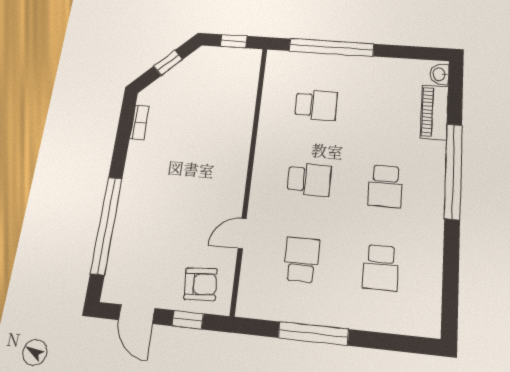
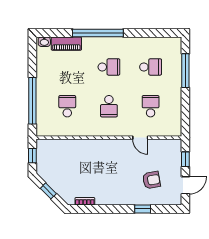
school desk: (309, 180) -> (109, 106), turned 180
window: (106, 225) -> (143, 209), width x0.32
school desk: (302, 260) -> (151, 106), turned 90
armchair: (201, 284) -> (151, 180), moved, turned 84
window: (313, 334) -> (185, 71), moved

